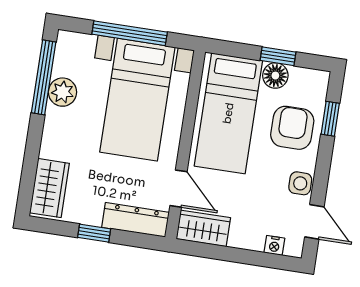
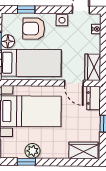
window: (44, 77) -> (26, 162), width x0.46
door: (178, 189) -> (74, 83), swing flipped
dresser: (135, 220) -> (94, 98), width x0.70

